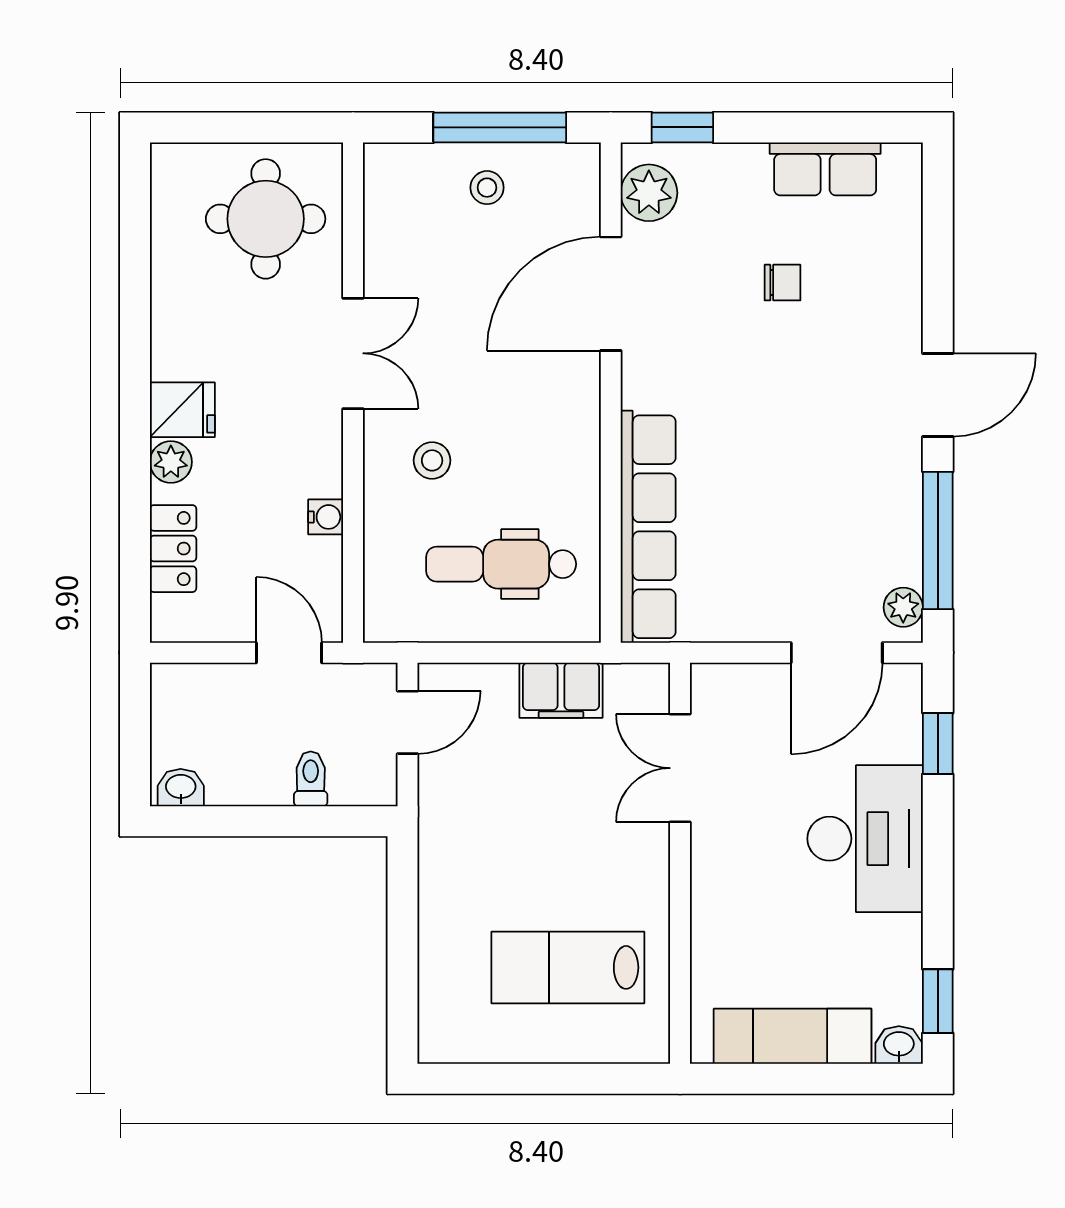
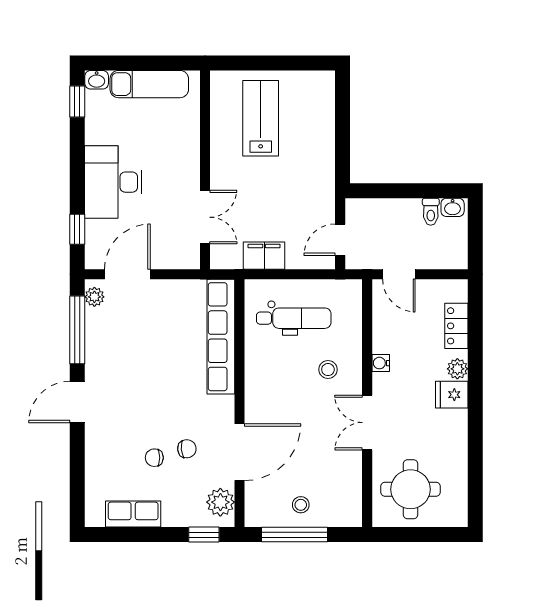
chair: (717, 301) -> (187, 449), added
water cooler: (326, 517) -> (381, 363), moved
toilet: (311, 779) -> (431, 212), moved
lab bench: (568, 967) -> (261, 118), turned -90

